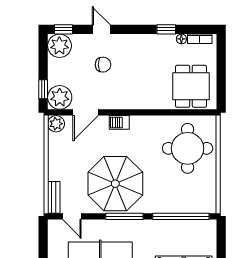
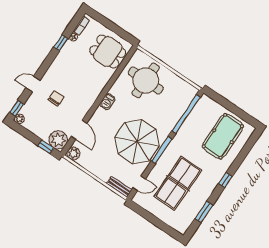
plant: (59, 46) -> (19, 119), width x0.53, depth x0.53
barbecue: (119, 122) -> (107, 102), moved

